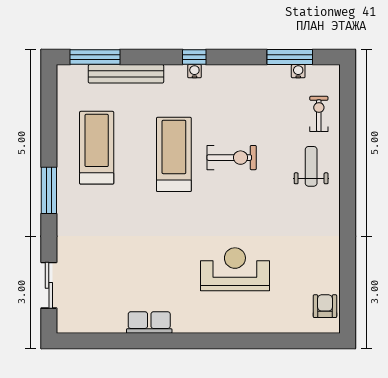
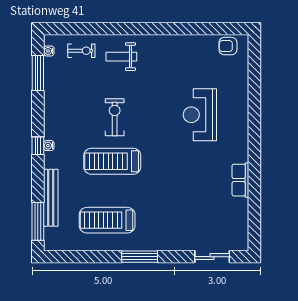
water cooler: (298, 71) -> (49, 51), moved
exercise bike: (319, 114) -> (81, 51), turned 180

